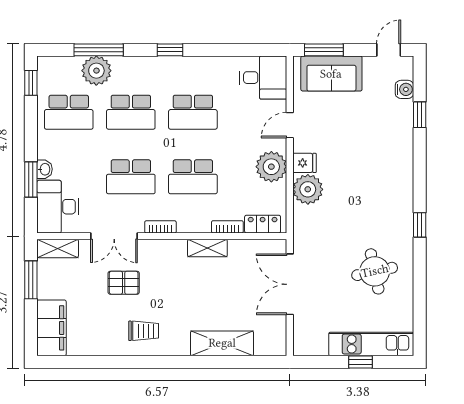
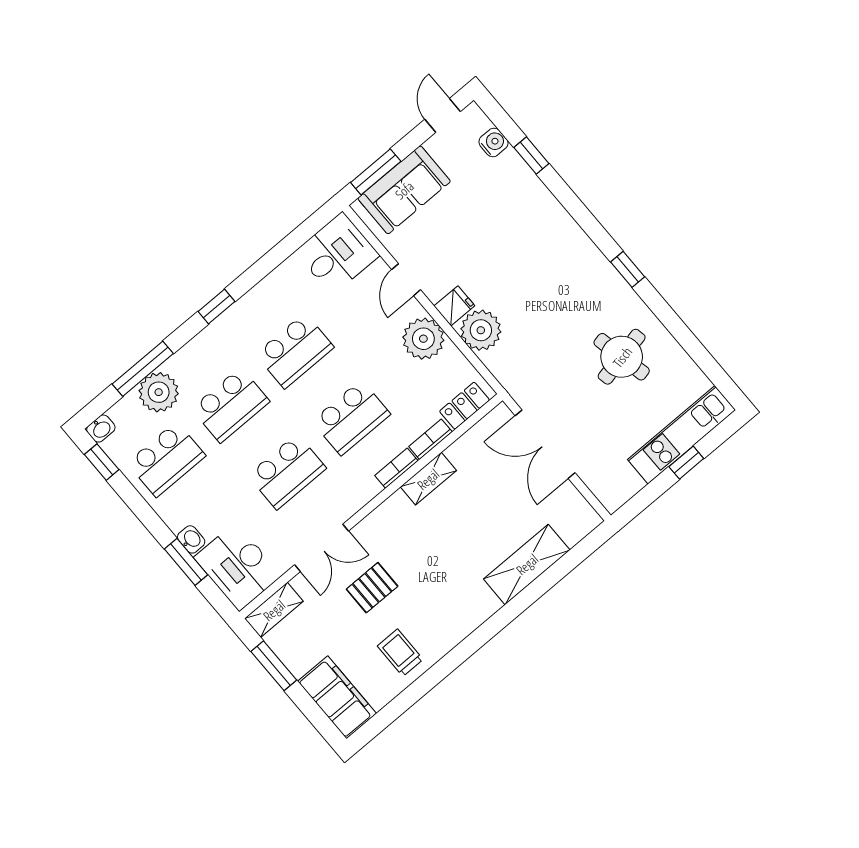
washbasin: (46, 64) -> (101, 429), added
bookcase: (160, 227) -> (396, 468), moved
trolley: (144, 331) -> (400, 653), moved, turned -90

